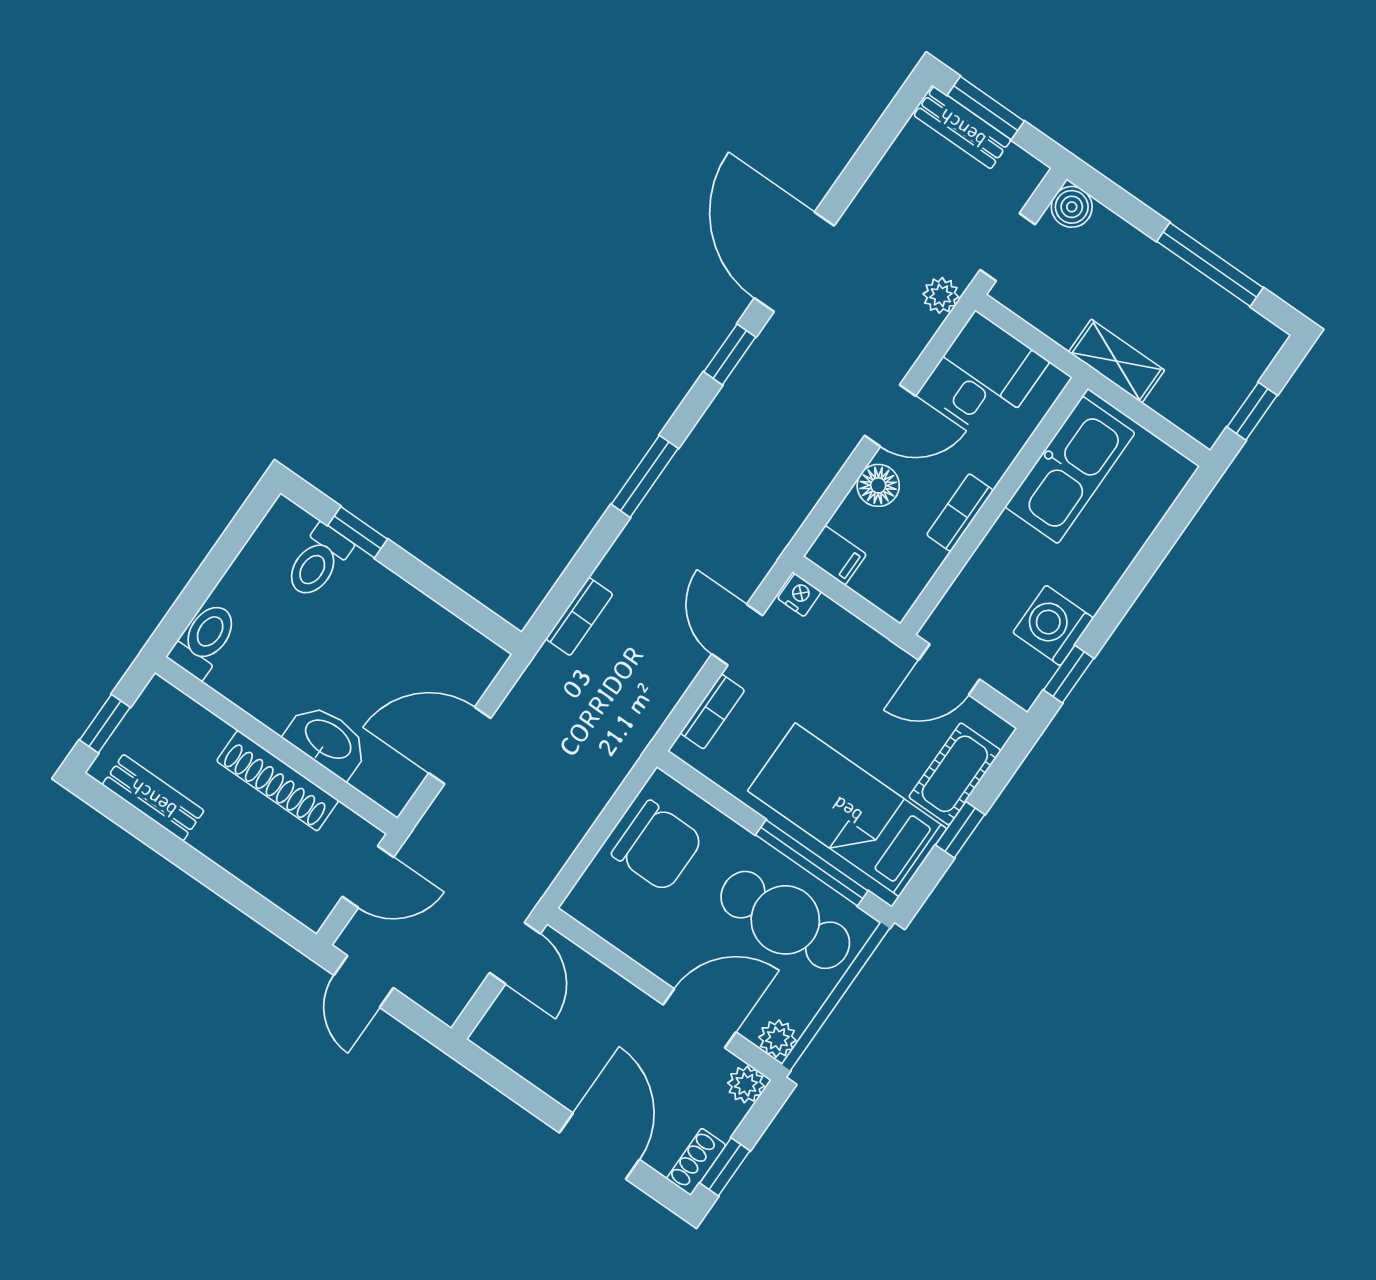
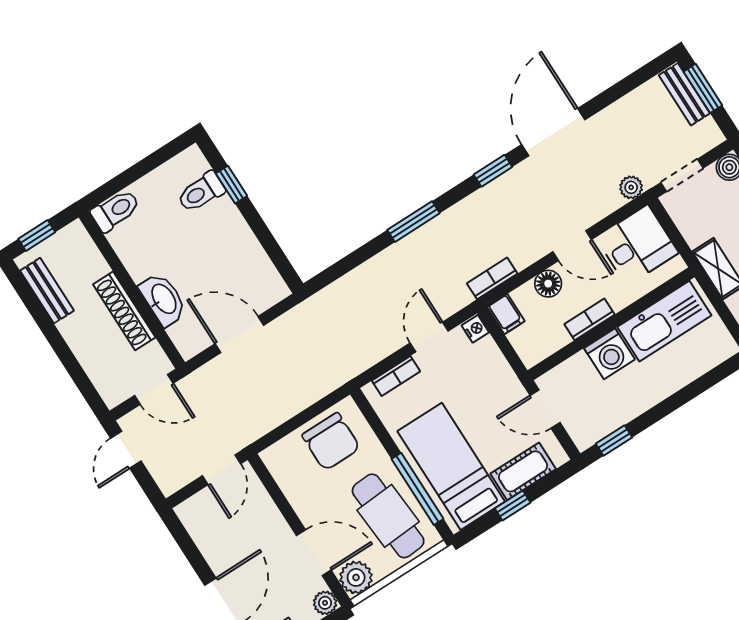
bookcase: (579, 616) -> (492, 278), moved, turned 180
washing machine: (1053, 625) -> (609, 354), moved, turned 180
plant: (777, 1039) -> (356, 577), width x1.38, depth x1.38

